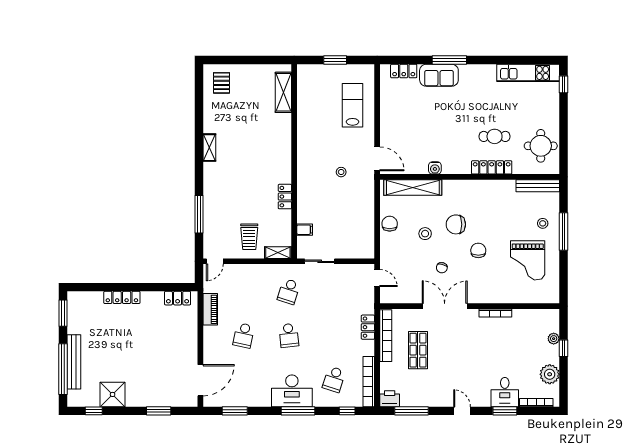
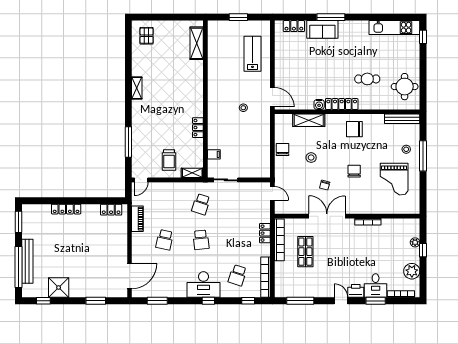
locker: (492, 167) -> (342, 104), moved
shelving: (413, 188) -> (309, 120), width x0.68
chair: (456, 224) -> (354, 129), moved
printer: (390, 399) -> (356, 291), moved
window: (298, 411) -> (208, 301), width x0.46

